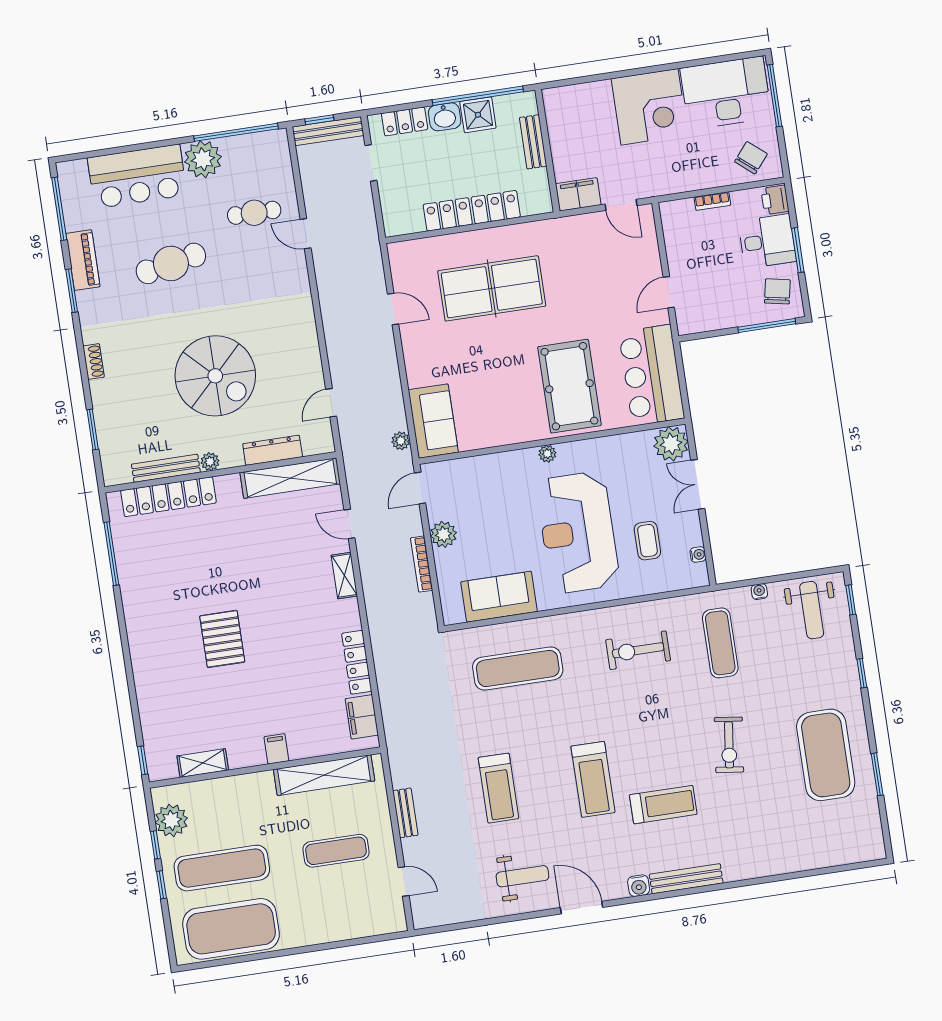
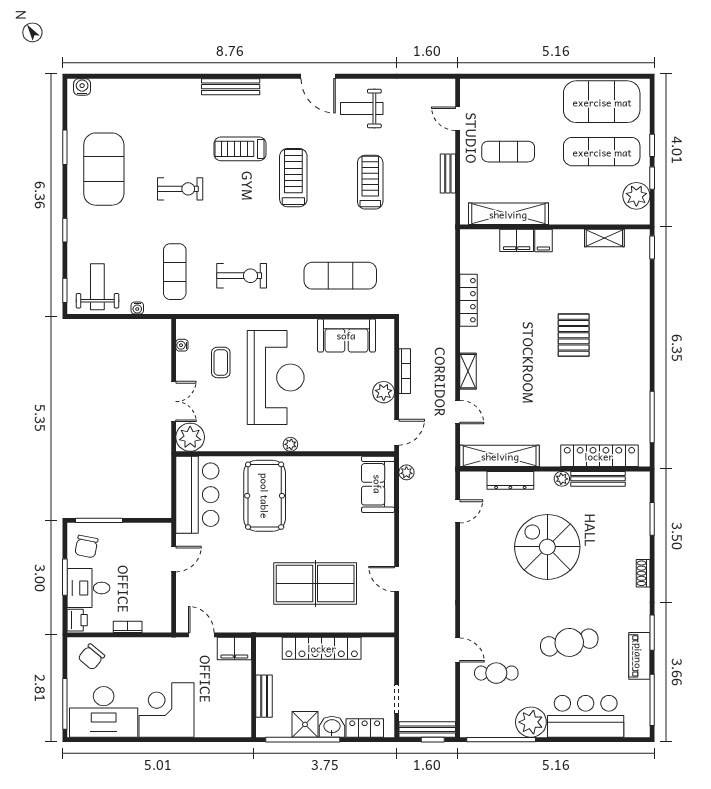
filing cabinet: (362, 717) -> (517, 240), moved, turned 90
exercise bike: (729, 745) -> (180, 189), turned 83
water cooler: (639, 886) -> (82, 87), moved

